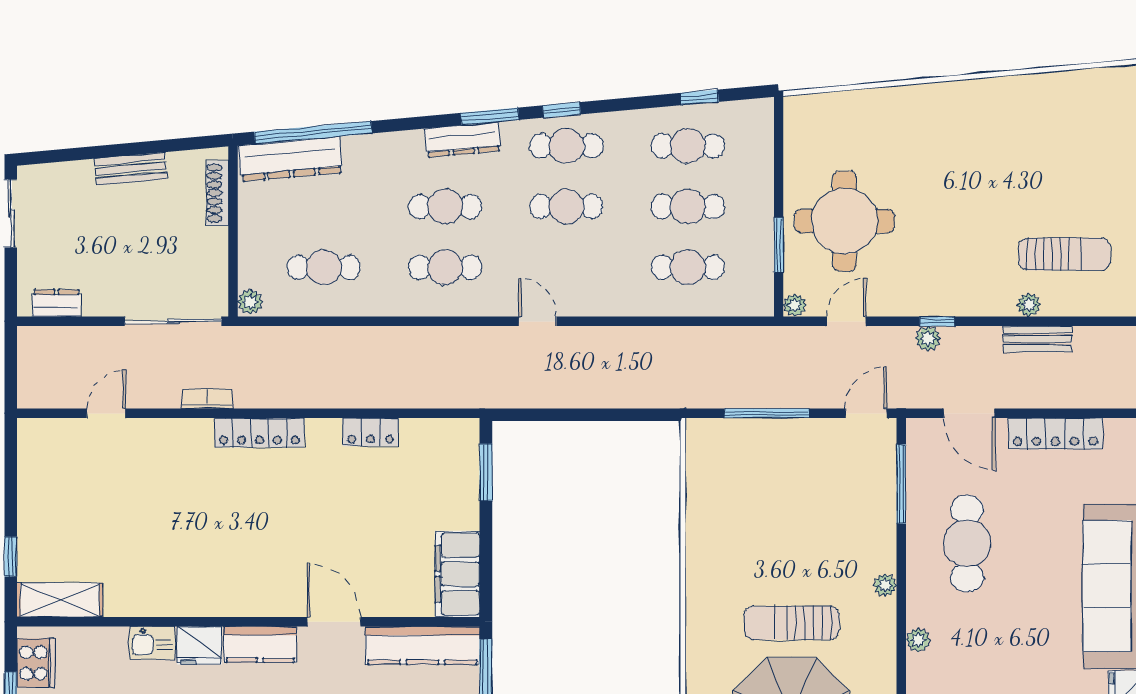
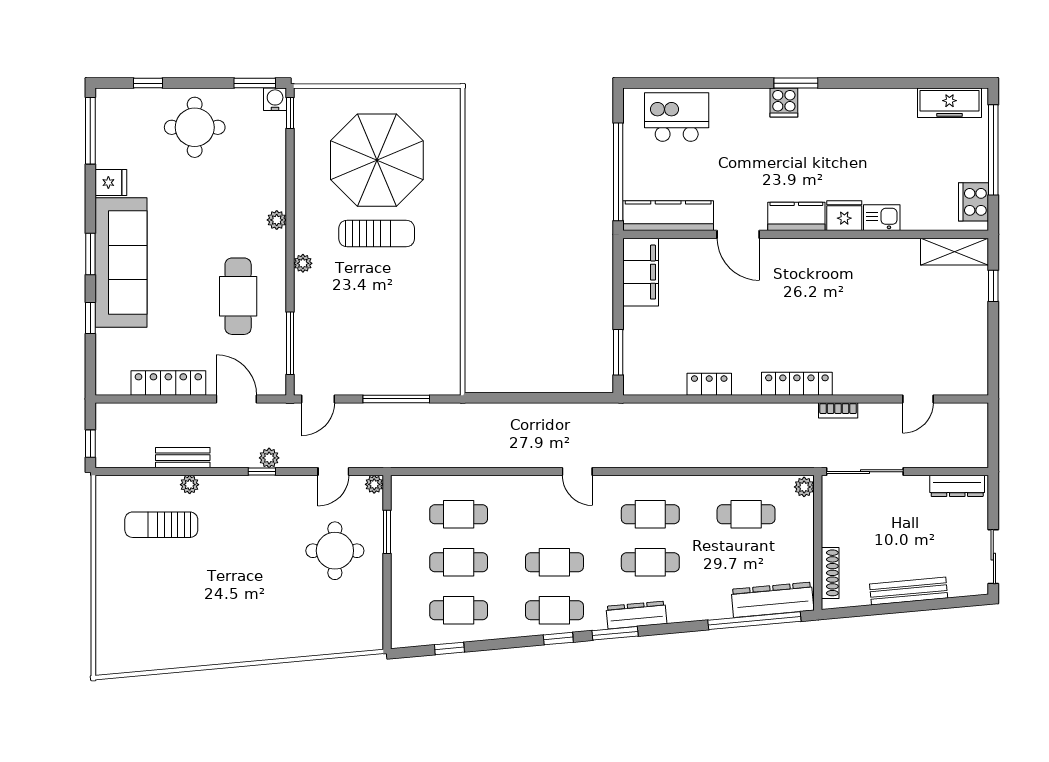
bench: (131, 169) -> (909, 591), width x1.36
round table: (845, 221) -> (335, 551), width x0.73, depth x0.73
dresser: (56, 303) -> (957, 486), width x1.44

